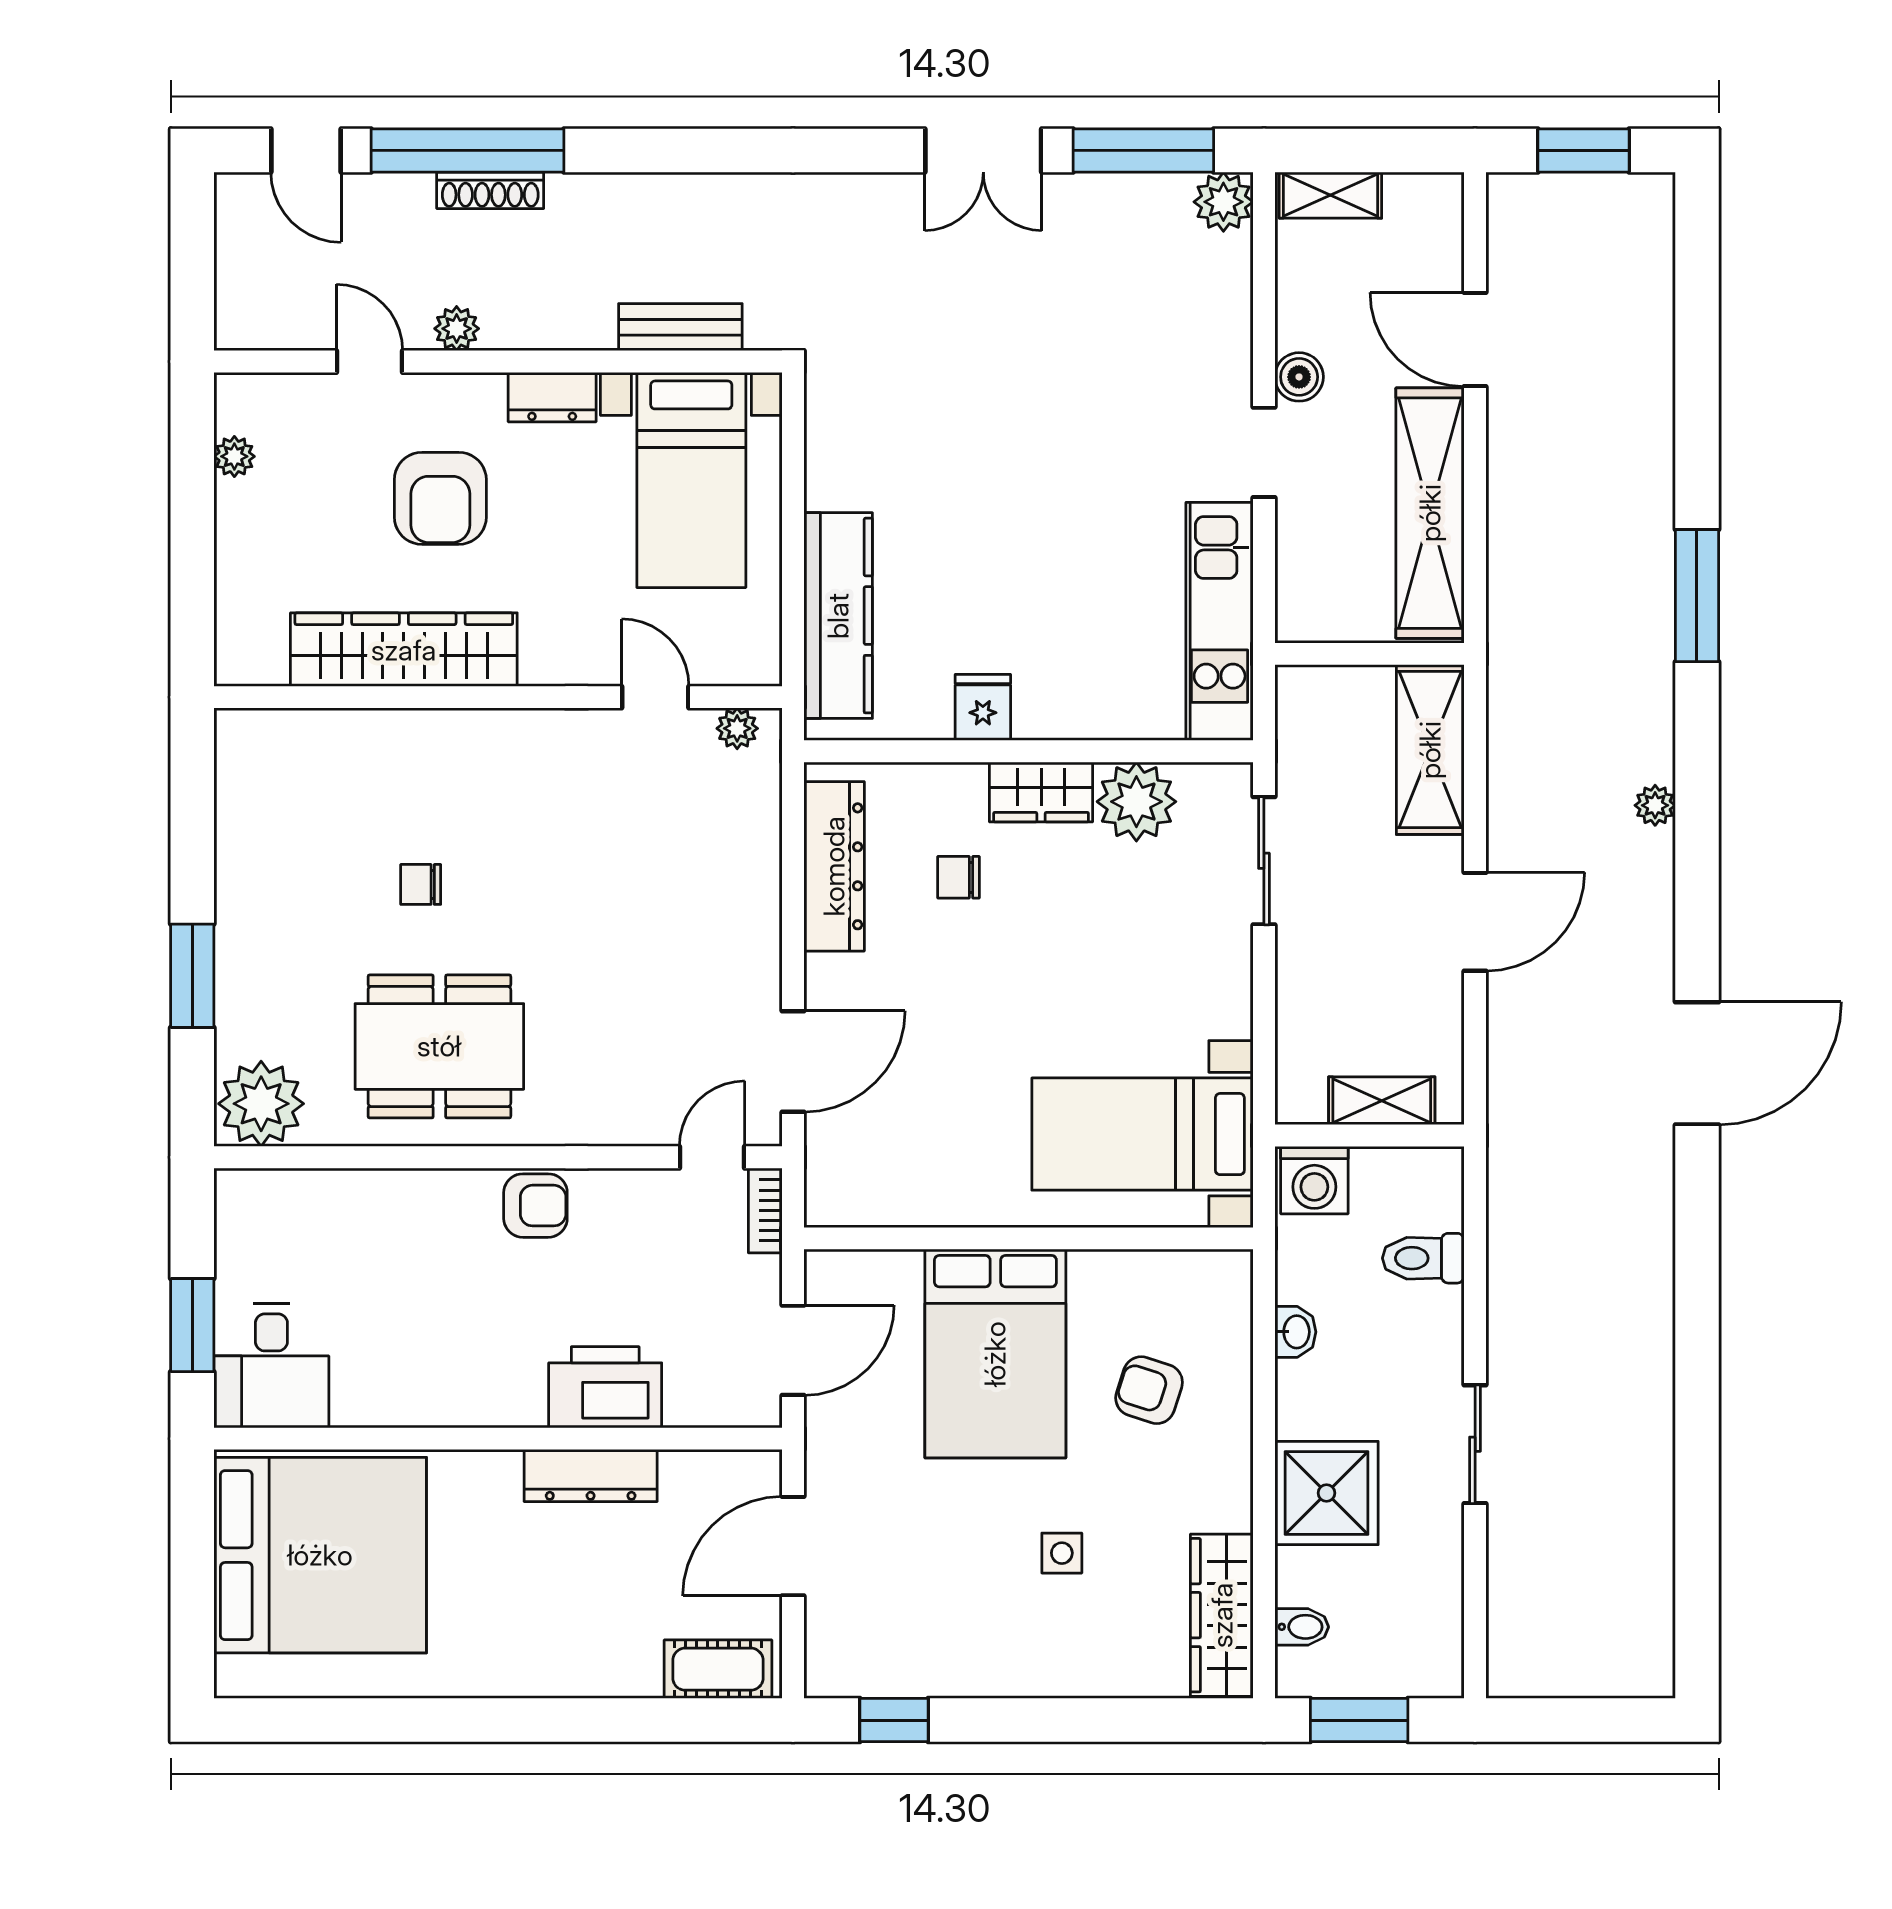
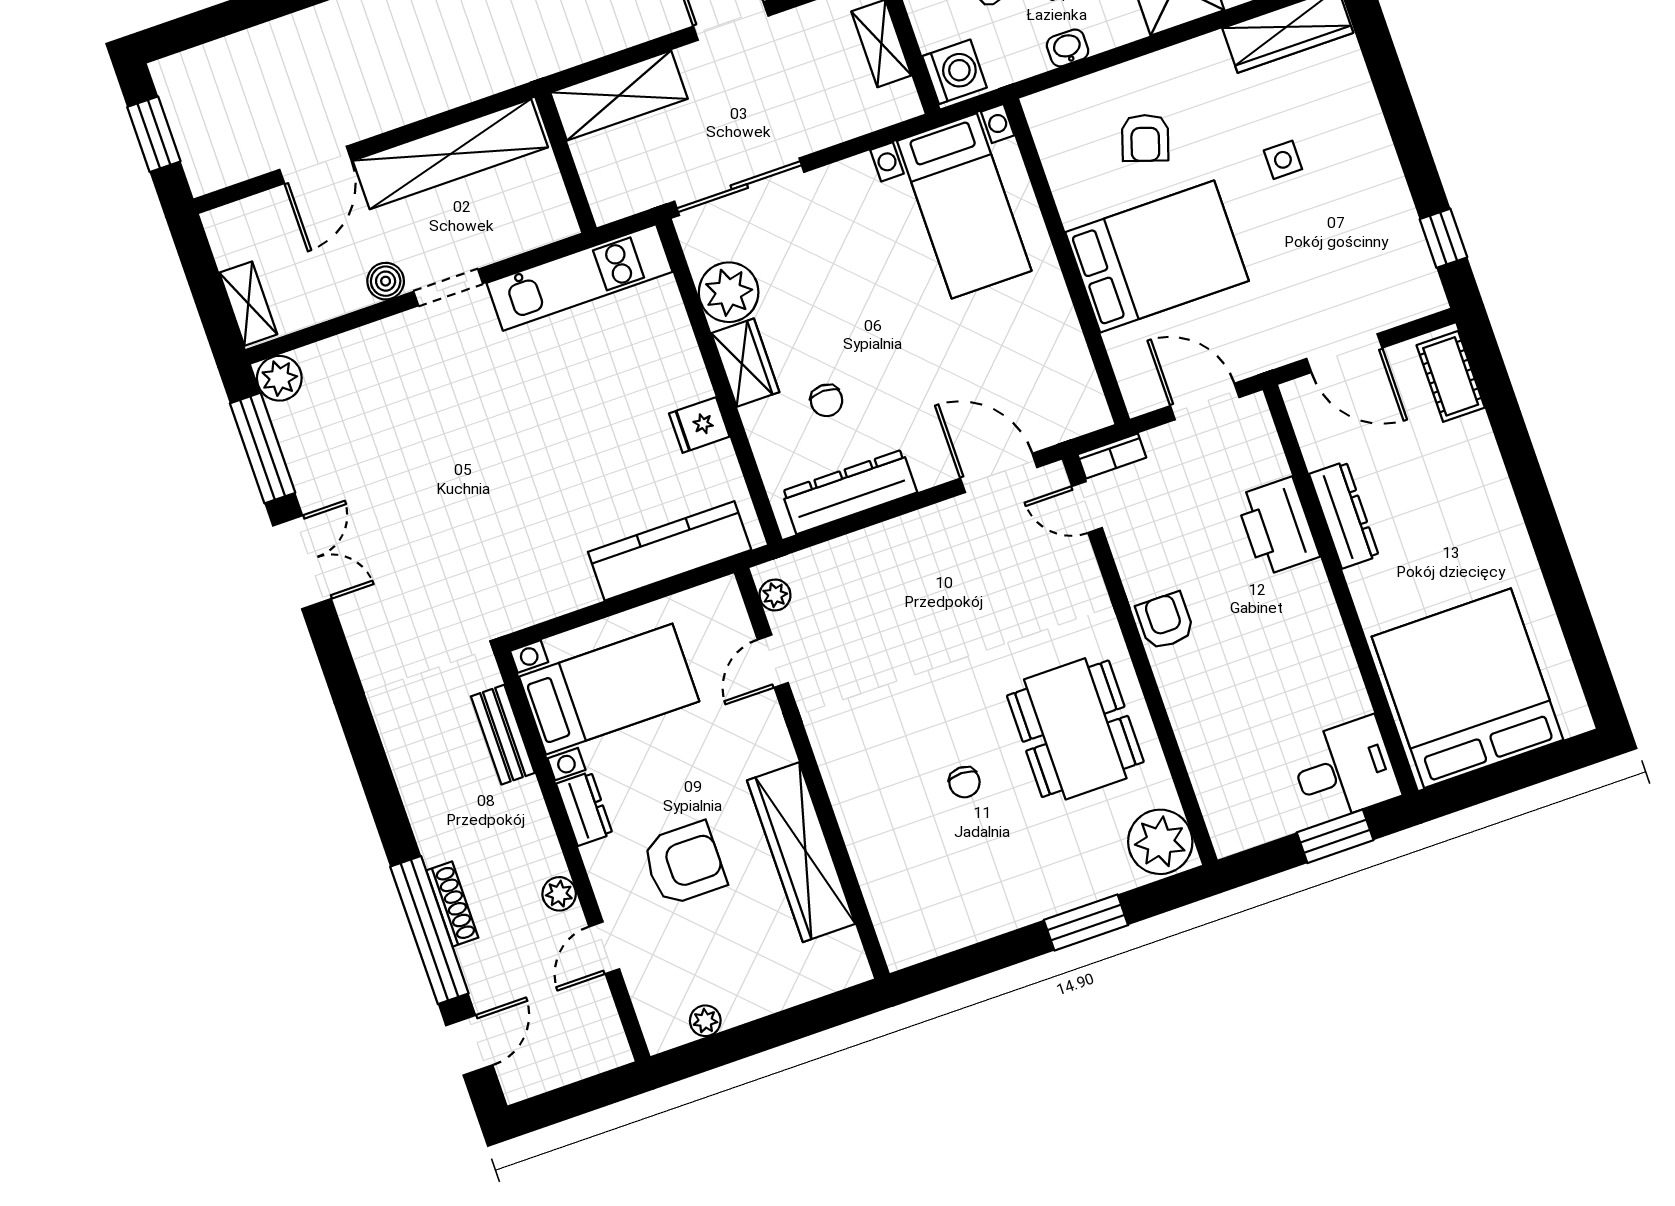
sliding door: (1264, 861) -> (739, 187), width x1.37

